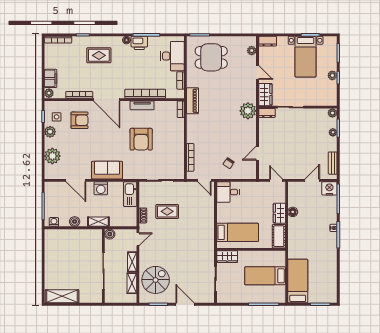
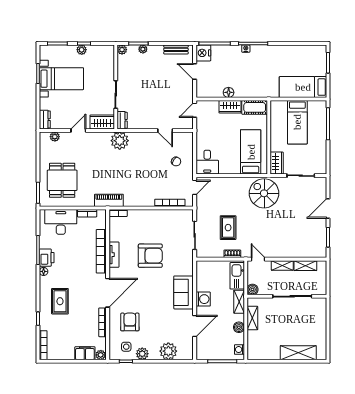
kitchen sink: (130, 194) -> (237, 276), moved, turned 90
shelving: (83, 234) -> (252, 318), added
spiral stairs: (156, 280) -> (264, 193), moved
shelving: (62, 296) -> (298, 353), moved, turned 90

